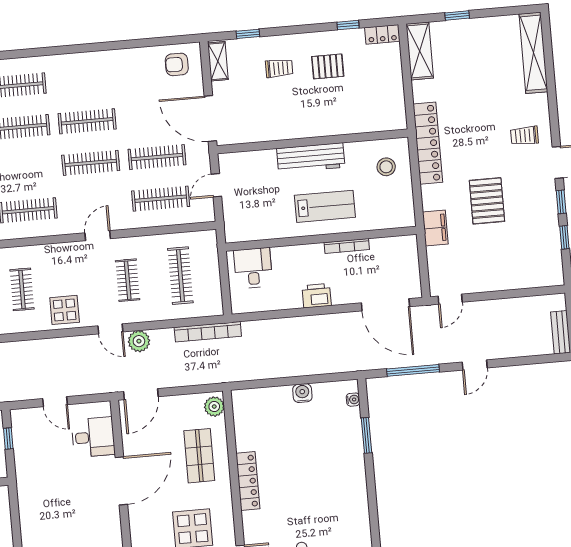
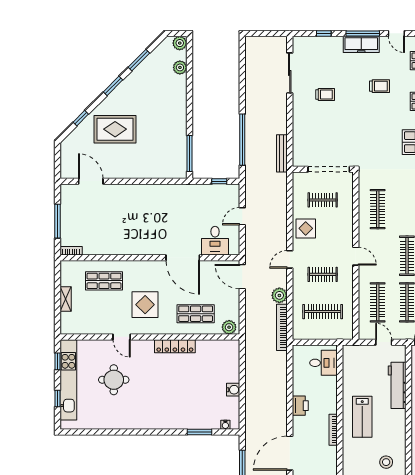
workbench: (311, 158) -> (397, 385), moved
plant: (139, 341) -> (279, 295), moved

